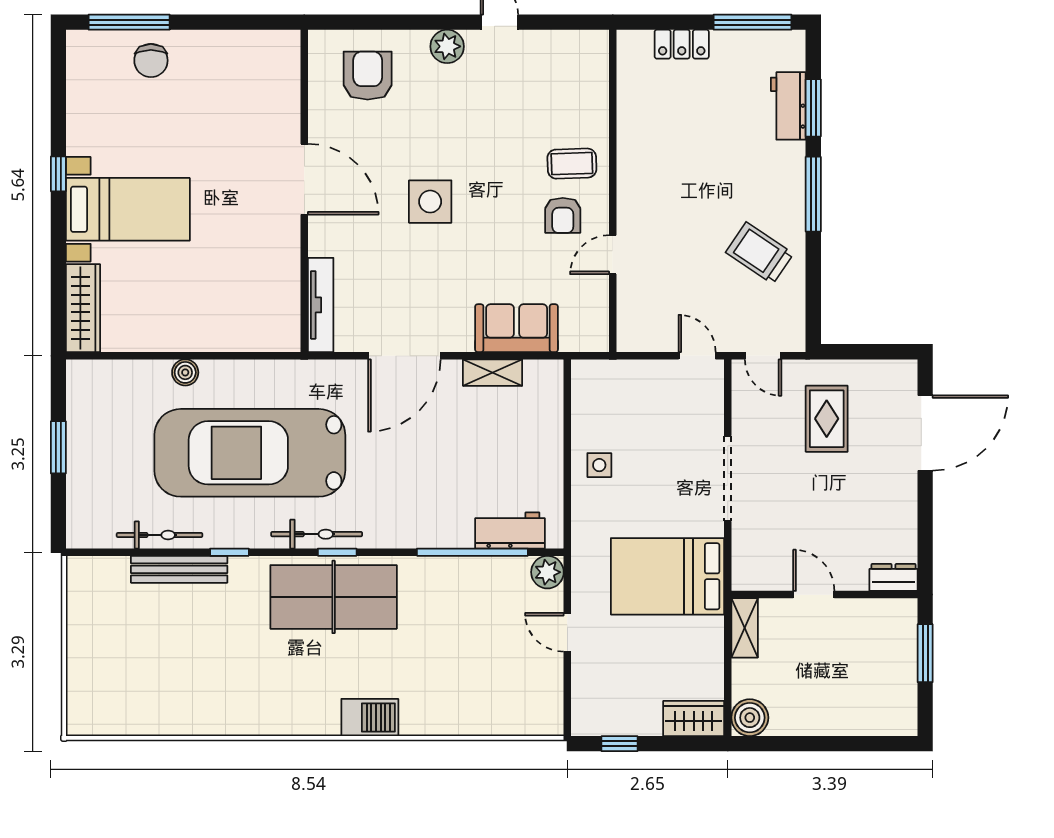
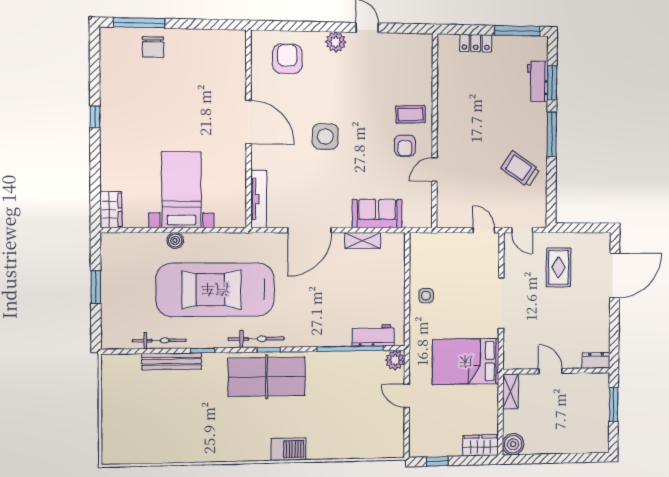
bed with nightstands: (128, 209) -> (181, 190), moved, turned -90
wardrobe: (83, 308) -> (111, 210), width x0.67

